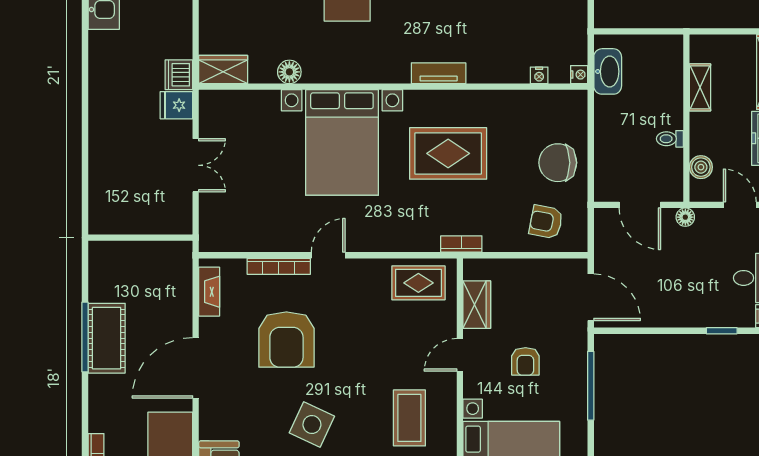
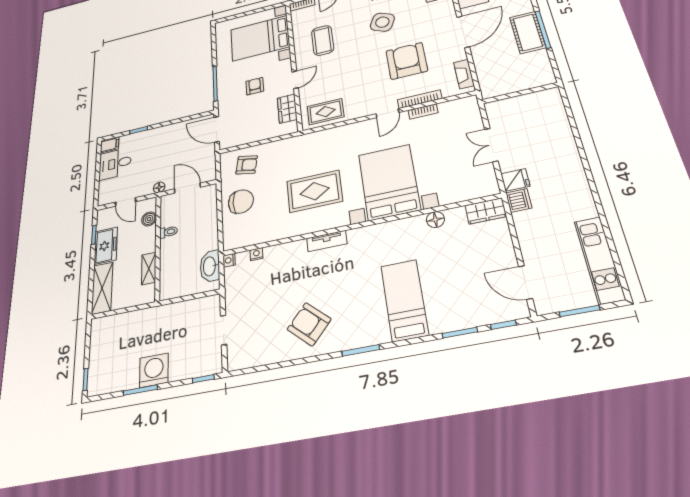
bookcase: (461, 244) -> (423, 112), moved

